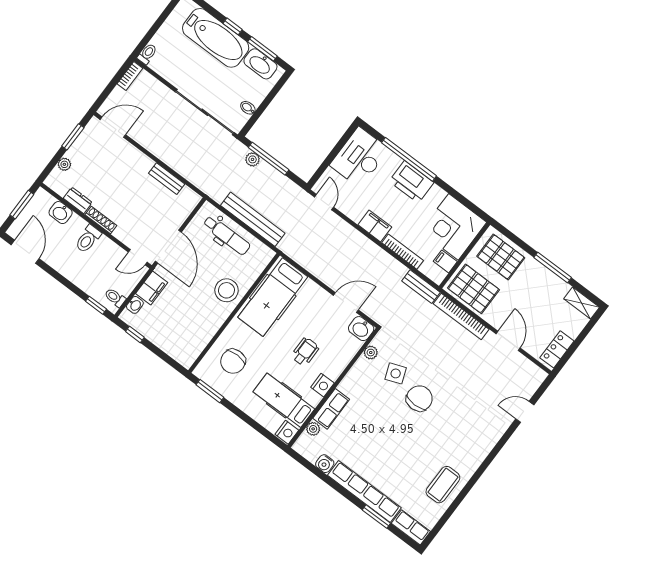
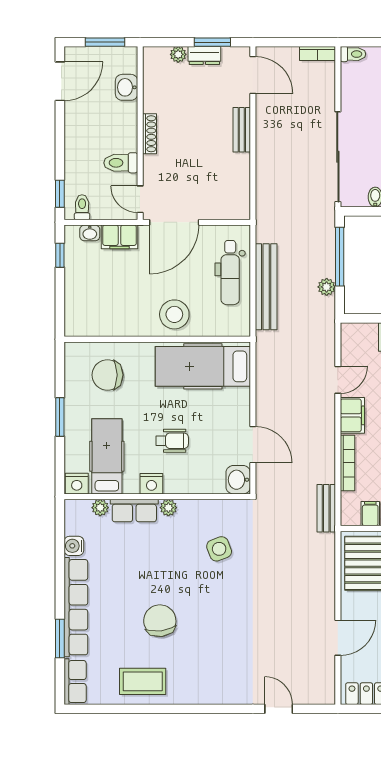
plant: (252, 159) -> (327, 287), moved
bench: (167, 179) -> (242, 130), moved
dresser: (78, 200) -> (204, 55), moved, turned 90
door: (324, 202) -> (338, 380), moved
toilet: (88, 239) -> (121, 163), moved
bookcase: (461, 316) -> (327, 572), removed
plant: (371, 353) -> (168, 508), moved
window: (210, 391) -> (60, 417), moved
chair: (419, 398) -> (160, 621), moved, turned -97

